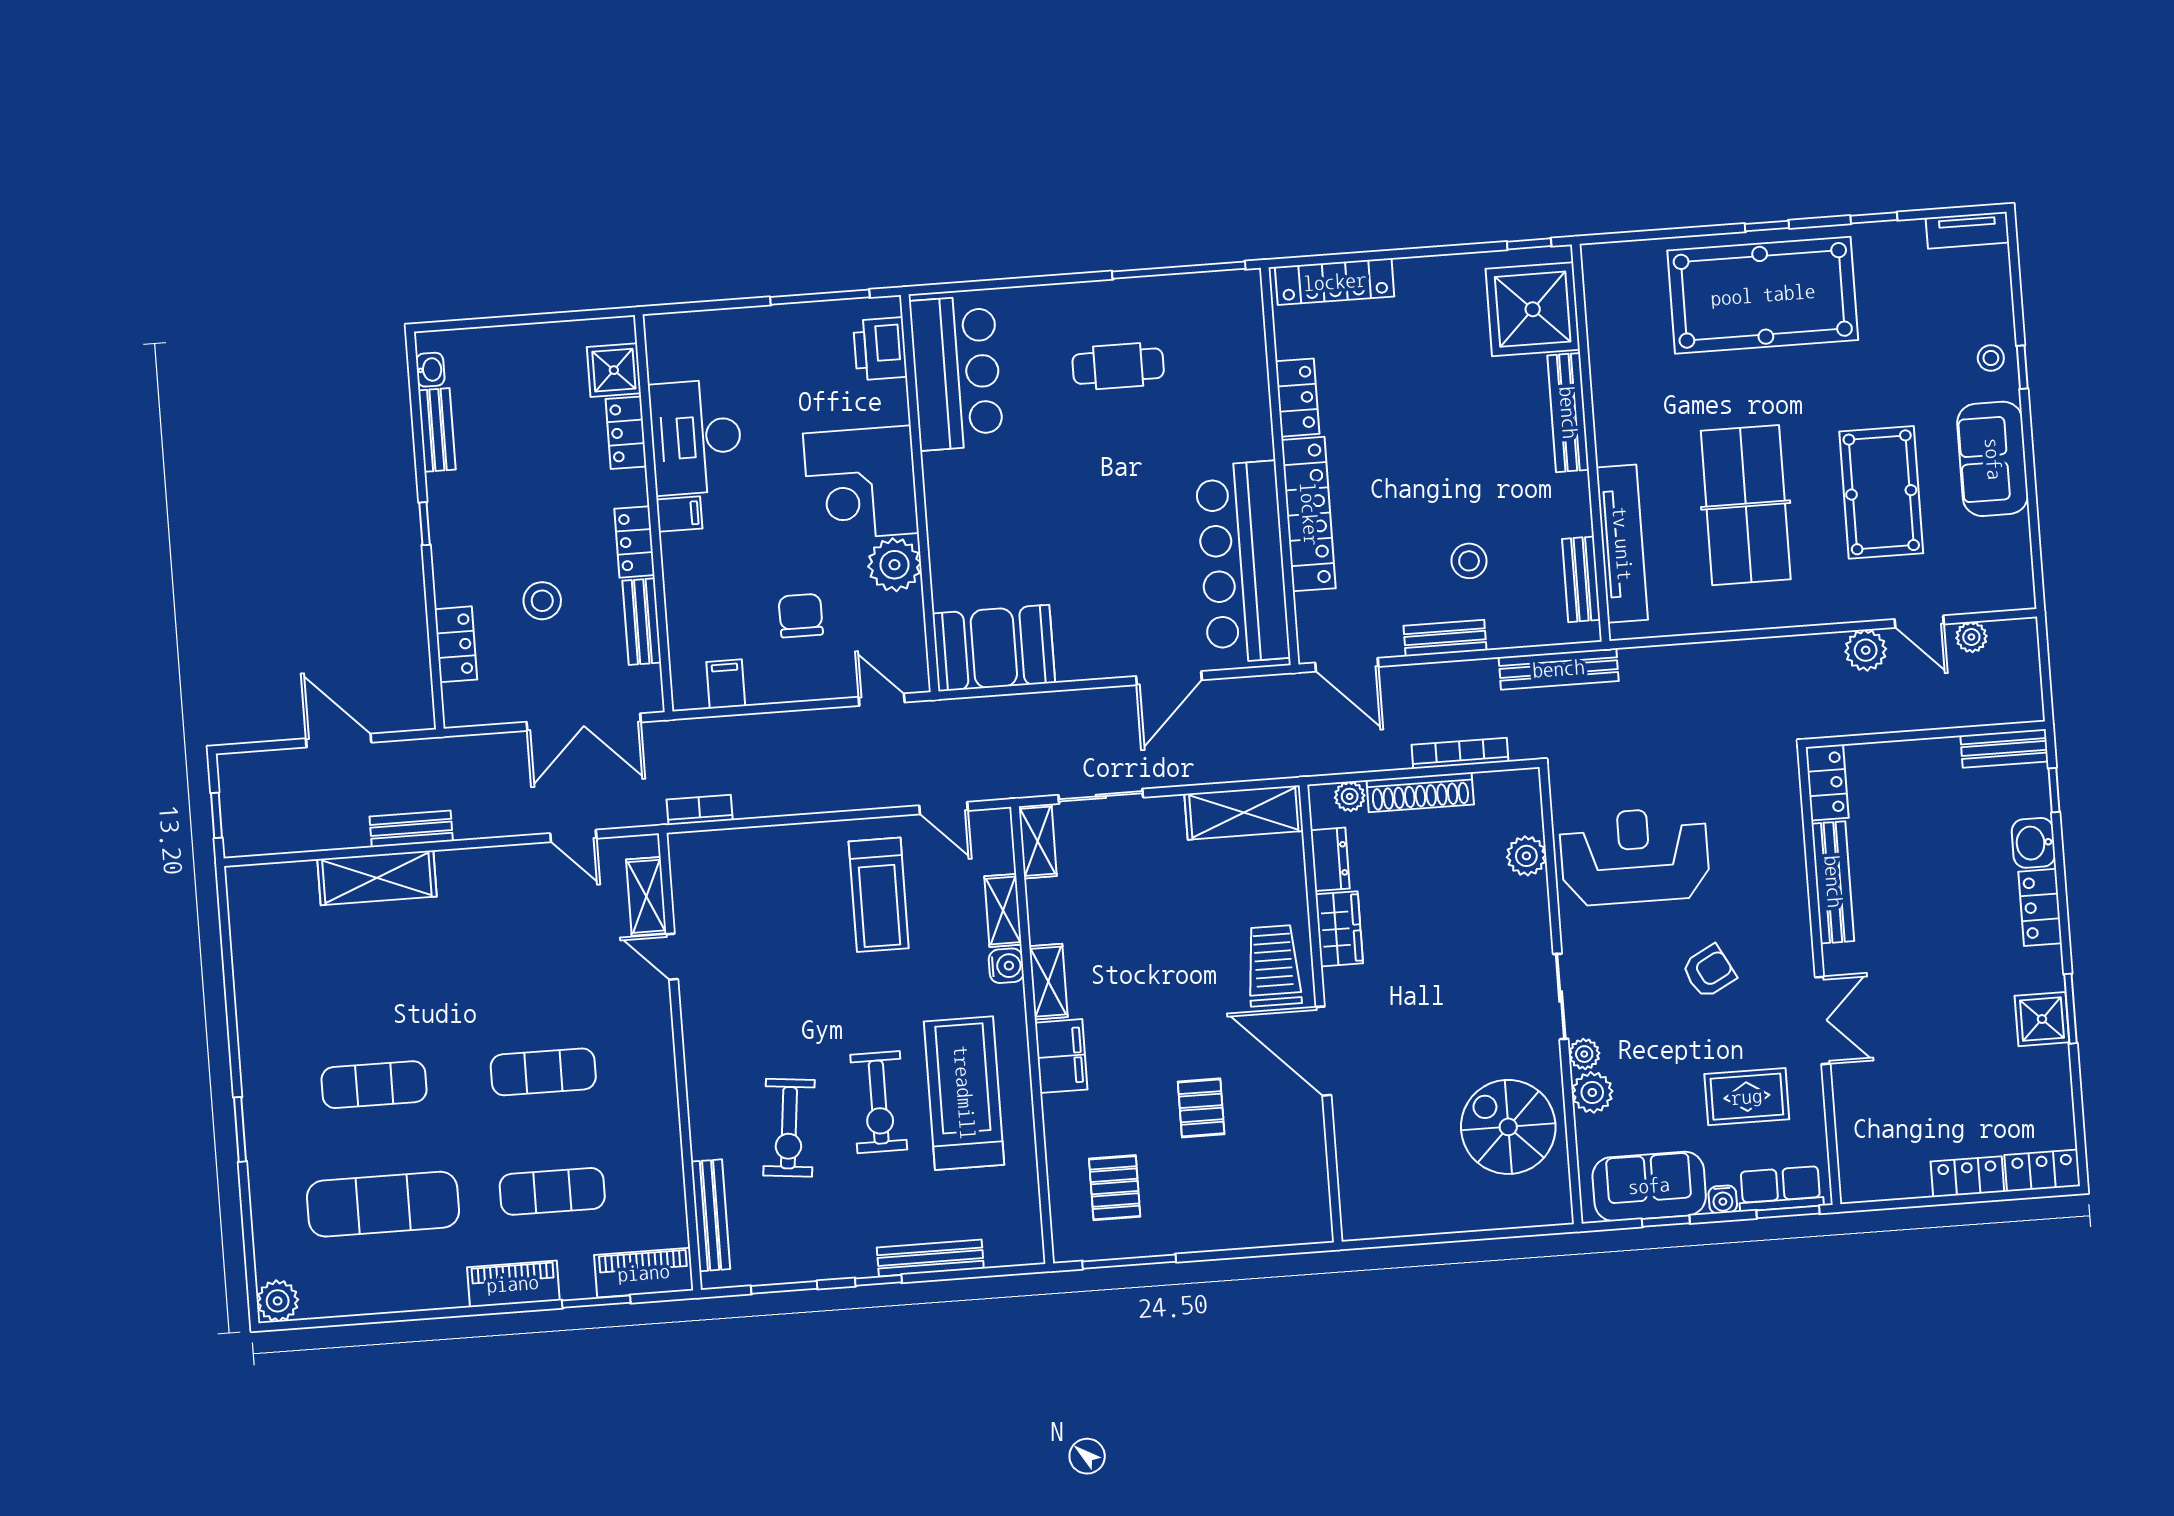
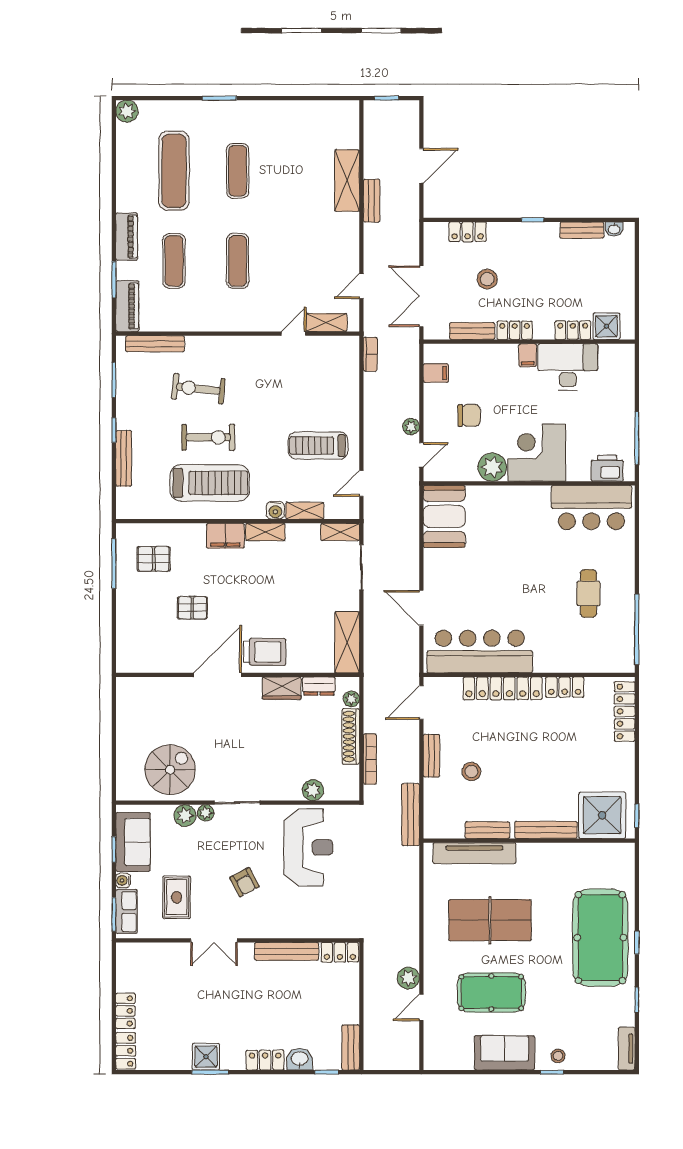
bench: (1581, 579) -> (487, 830), moved
plant: (1971, 637) -> (411, 427), moved
exercise bike: (879, 1102) -> (208, 437), turned 180

